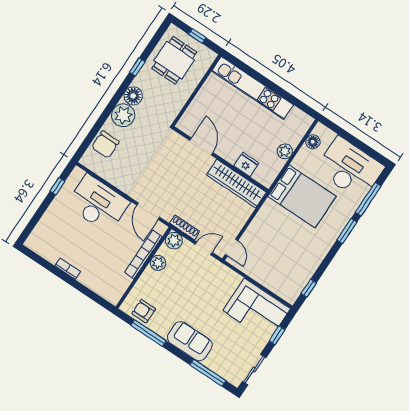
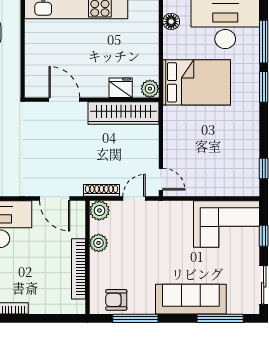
plant: (285, 151) -> (150, 89), moved
bookcase: (143, 254) -> (79, 269), moved
sofa: (190, 341) -> (191, 299), width x1.36

